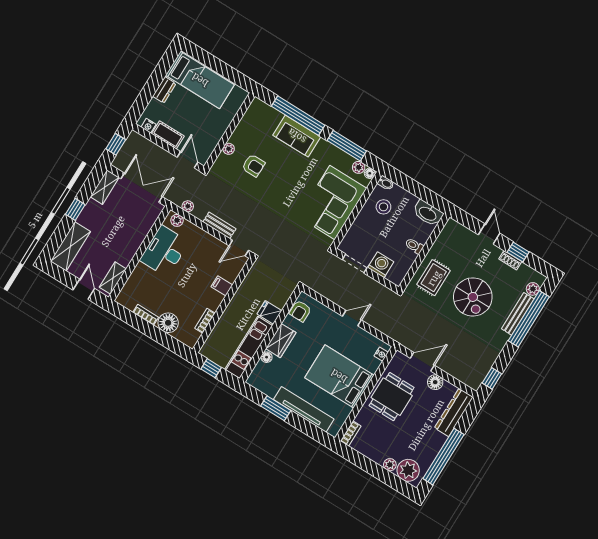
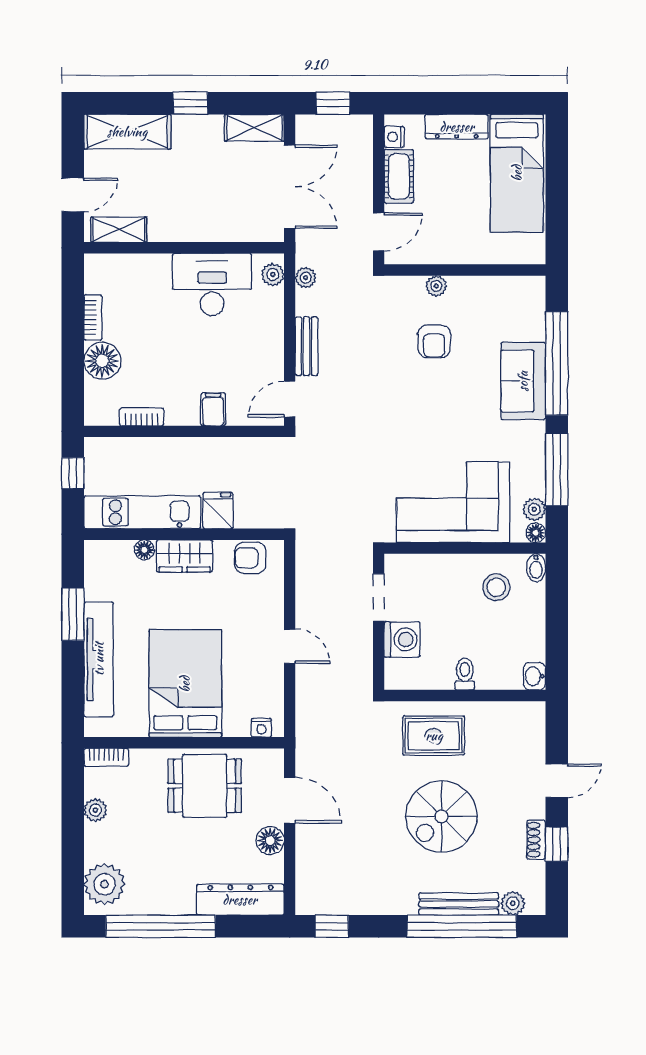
dresser: (164, 90) -> (457, 127), width x1.44
washbasin: (428, 213) -> (534, 676), width x0.52, depth x0.69
door: (239, 248) -> (290, 399), hinge flipped
plant: (390, 465) -> (95, 810), moved

